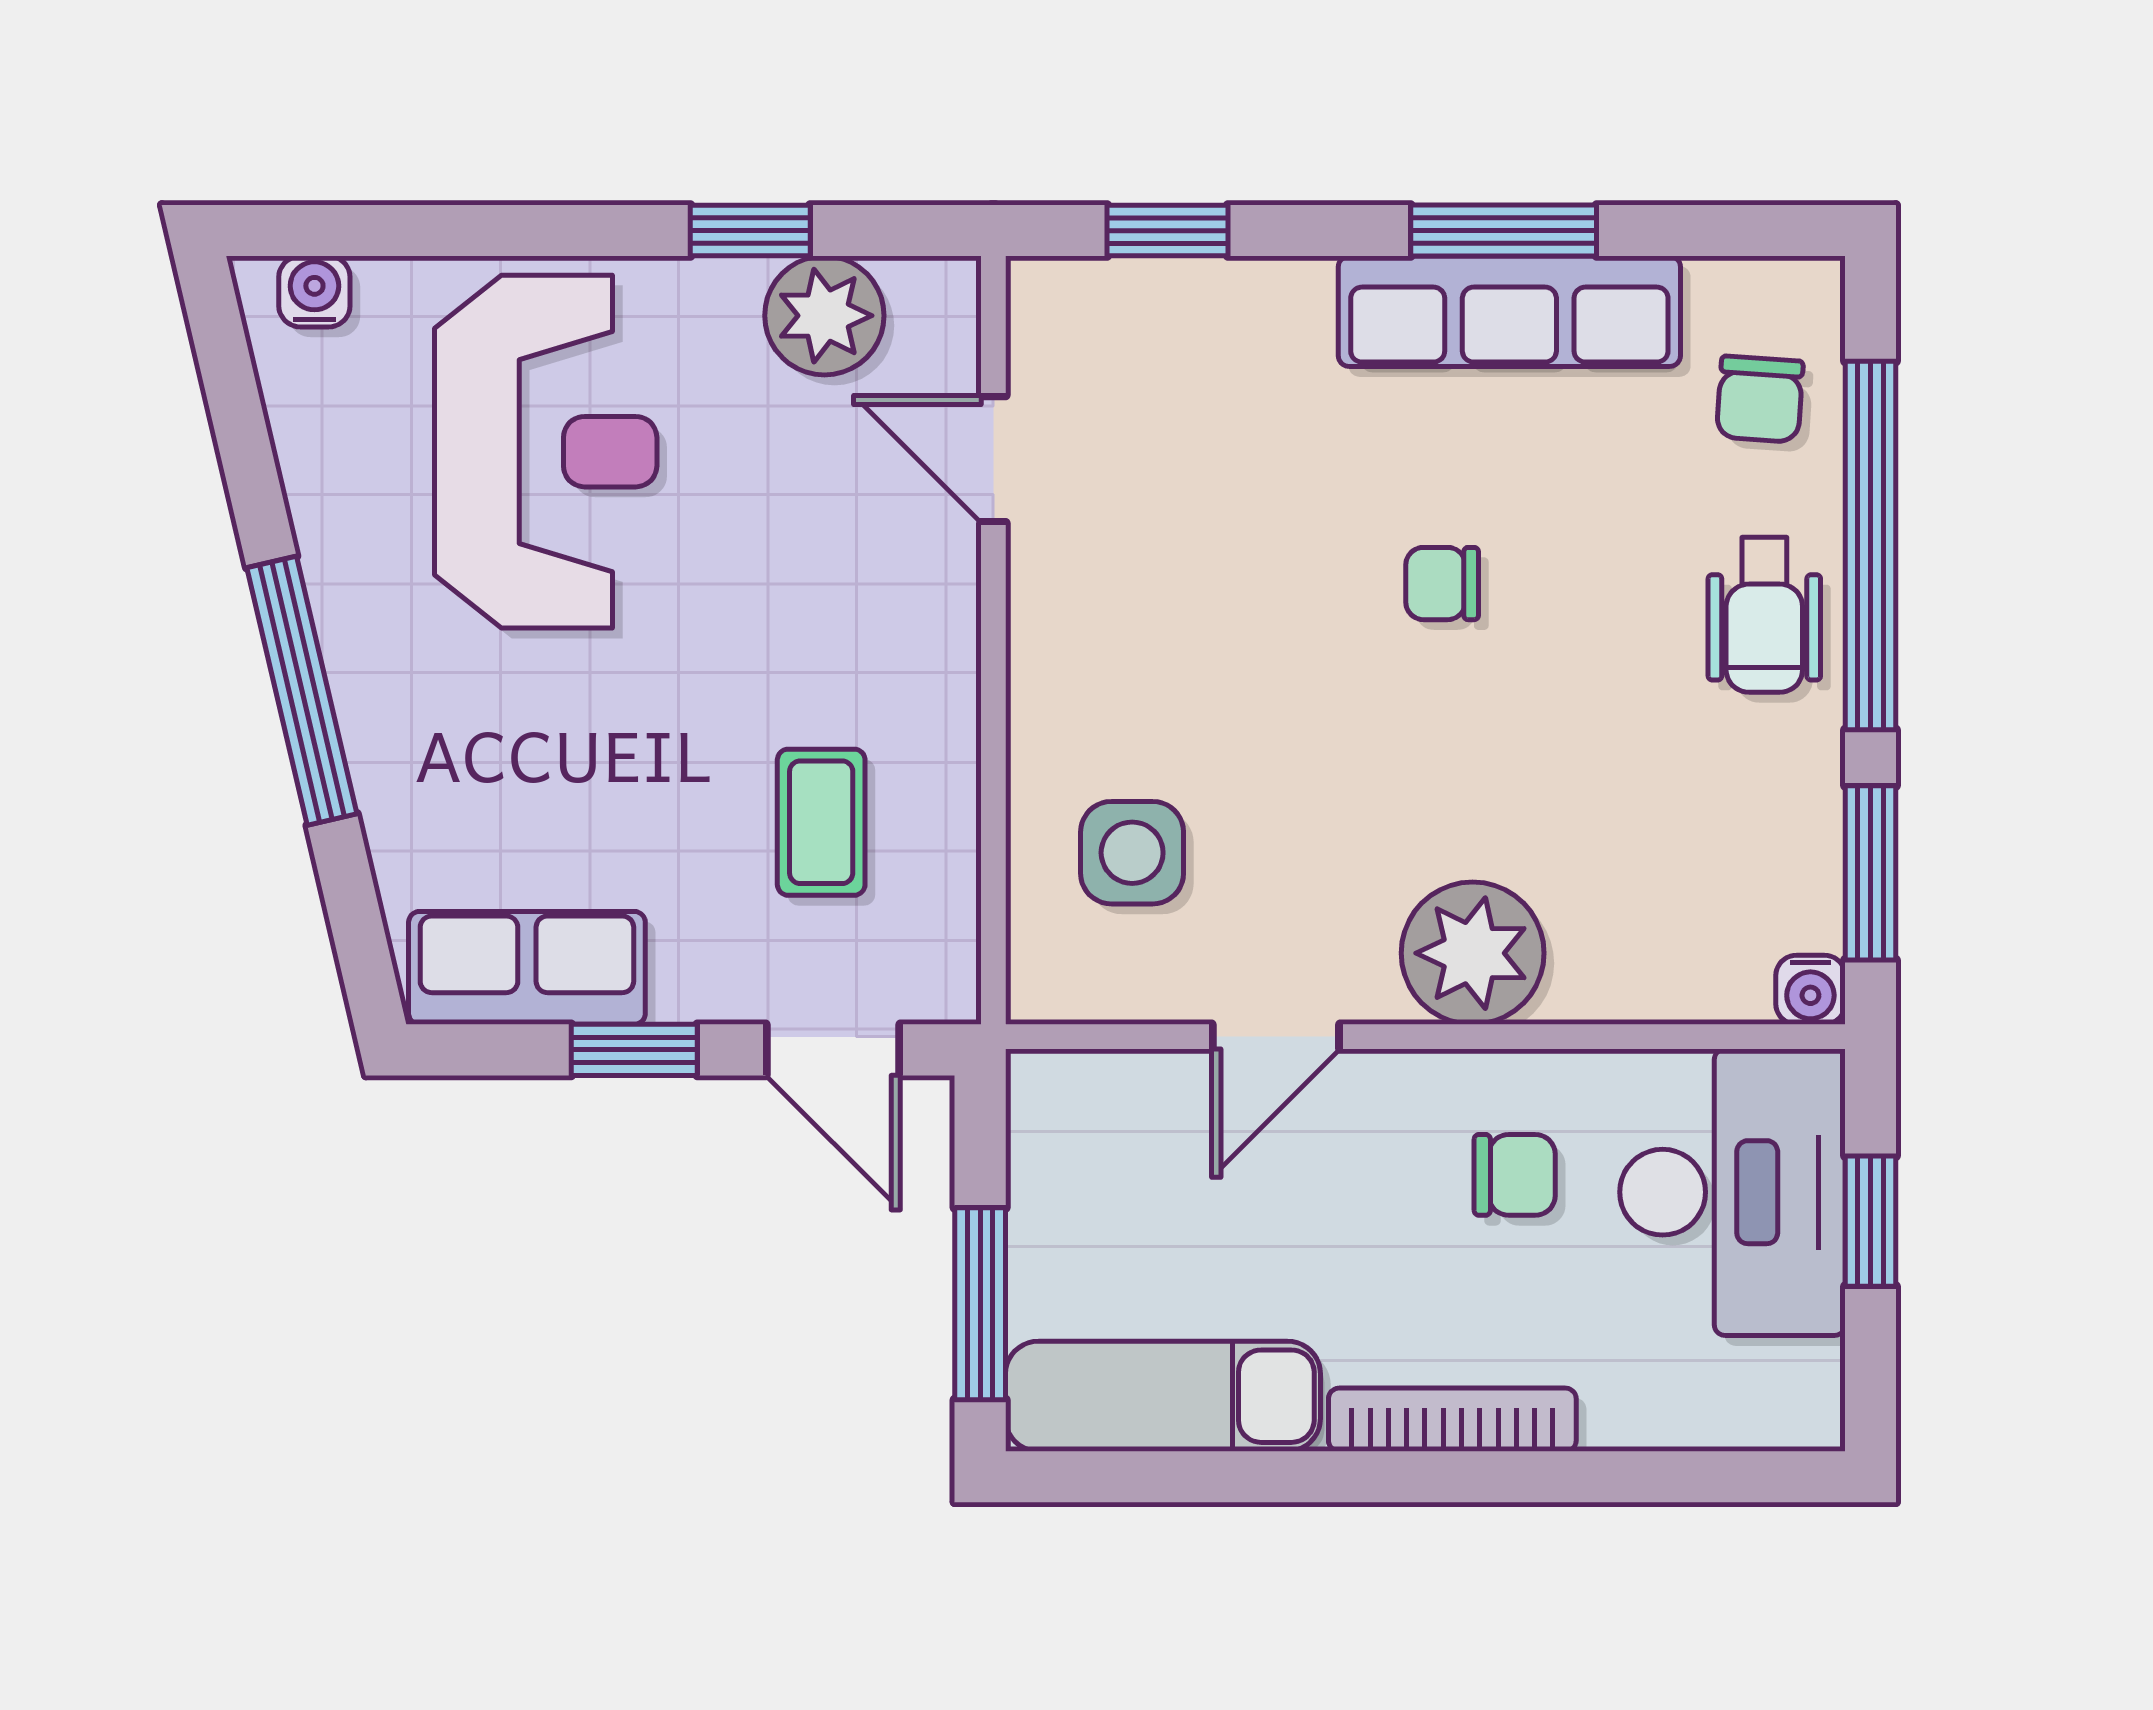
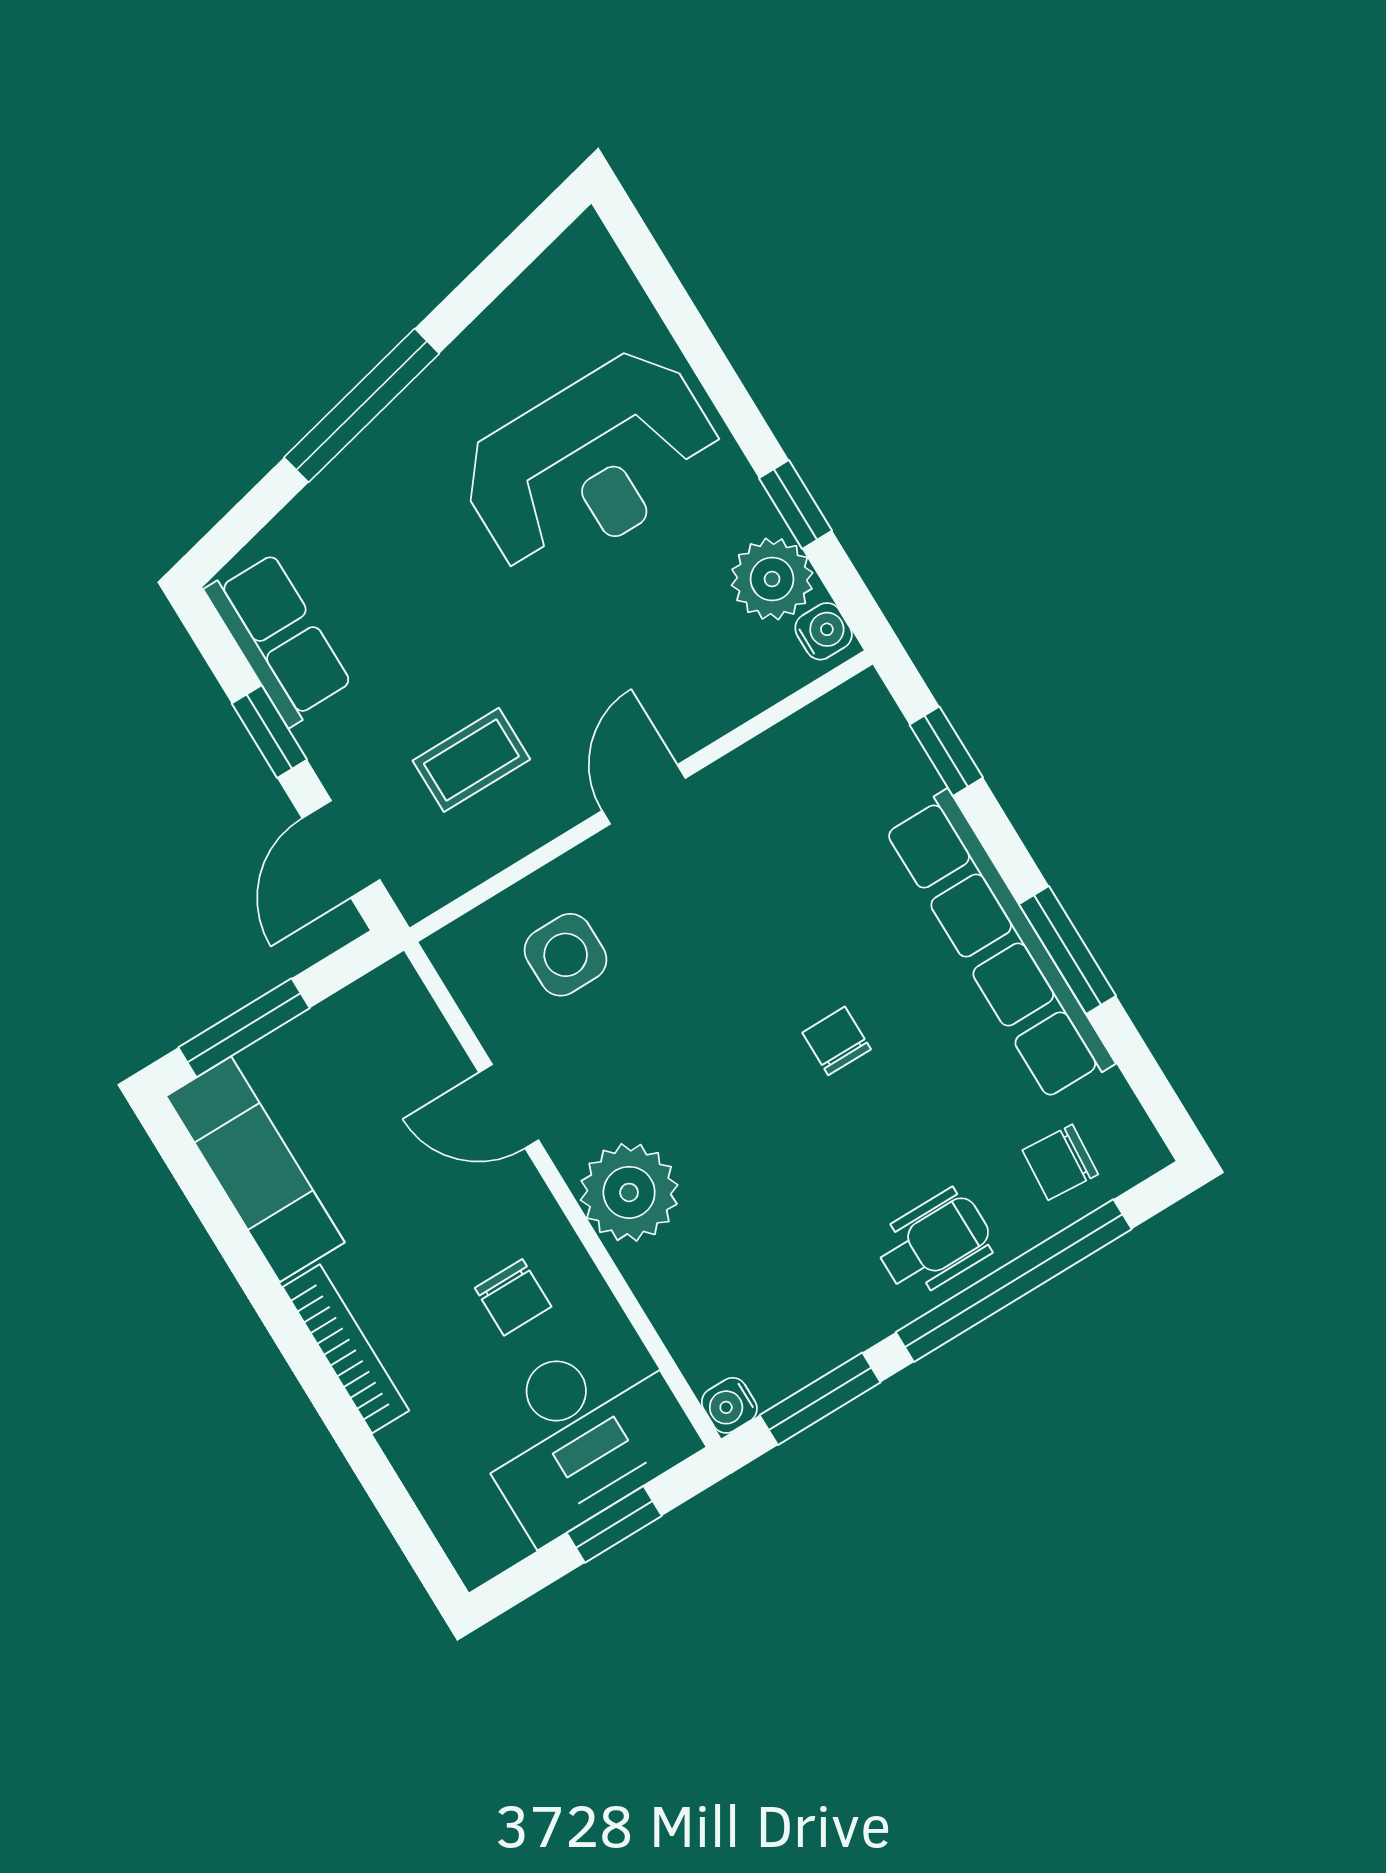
water cooler: (314, 292) -> (824, 631), moved
row of seats: (1509, 311) -> (999, 946), width x1.36
door: (993, 459) -> (644, 794), moved
wheelchair: (1764, 615) -> (934, 1243), turned 180

